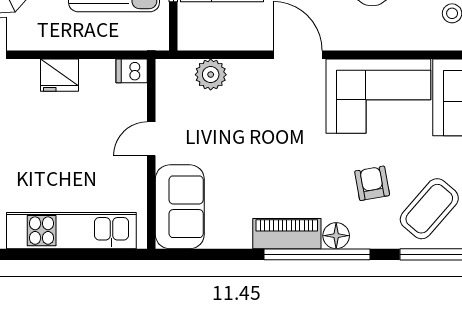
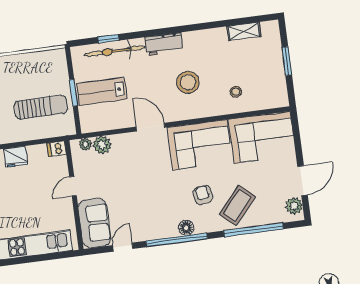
plant: (182, 70) -> (85, 144), added
piano: (287, 234) -> (158, 230), removed
door: (223, 254) -> (123, 247), added

